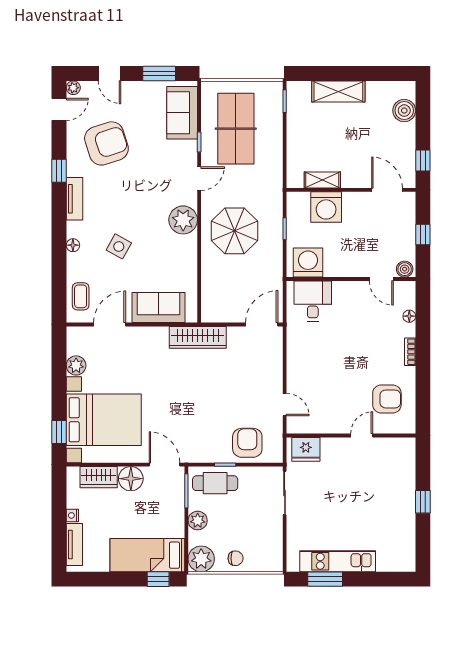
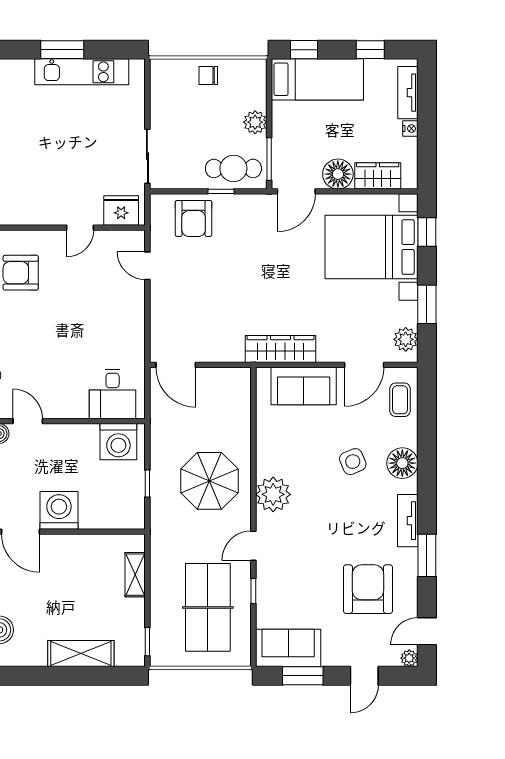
door: (109, 74) -> (364, 676), swing flipped
sofa: (182, 113) -> (288, 648), moved, turned -90
armchair: (106, 143) -> (368, 589), turned 108
window: (59, 171) -> (427, 555), width x1.50
shelving: (322, 180) -> (135, 575), moved, turned 90
washing machine: (326, 207) -> (59, 510), moved
floor lamp: (73, 245) -> (402, 463), width x1.89, depth x1.89
side table: (119, 246) -> (353, 462), turned 38
door: (262, 325) -> (176, 365), hinge flipped
wardrobe: (198, 337) -> (281, 349), moved
plant: (76, 365) -> (406, 339), moved
window: (59, 373) -> (427, 304), added
door: (362, 435) -> (80, 228), moved
door: (164, 465) -> (296, 191), hinge flipped
plant: (201, 559) -> (251, 75), removed
window: (105, 579) -> (370, 50), added
window: (325, 579) -> (62, 50), moved

